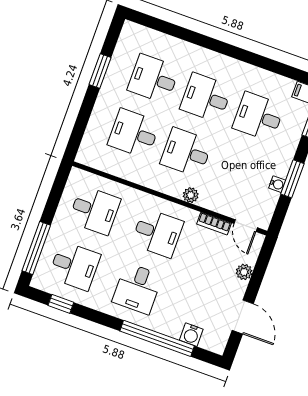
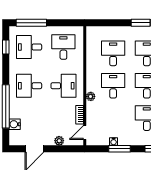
desk: (95, 210) -> (63, 47), turned 180
desk: (157, 233) -> (63, 86), turned -90
desk: (74, 266) -> (29, 47), turned 90

